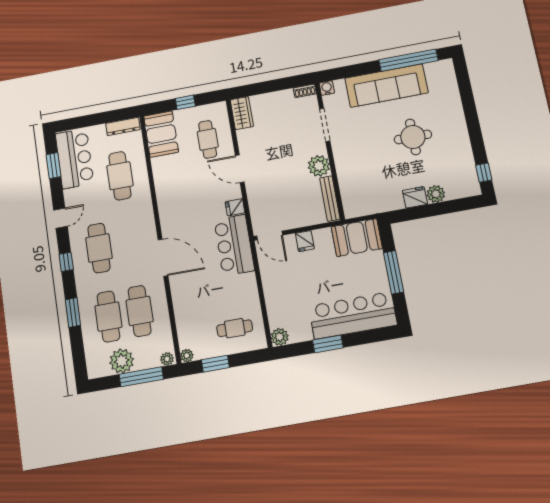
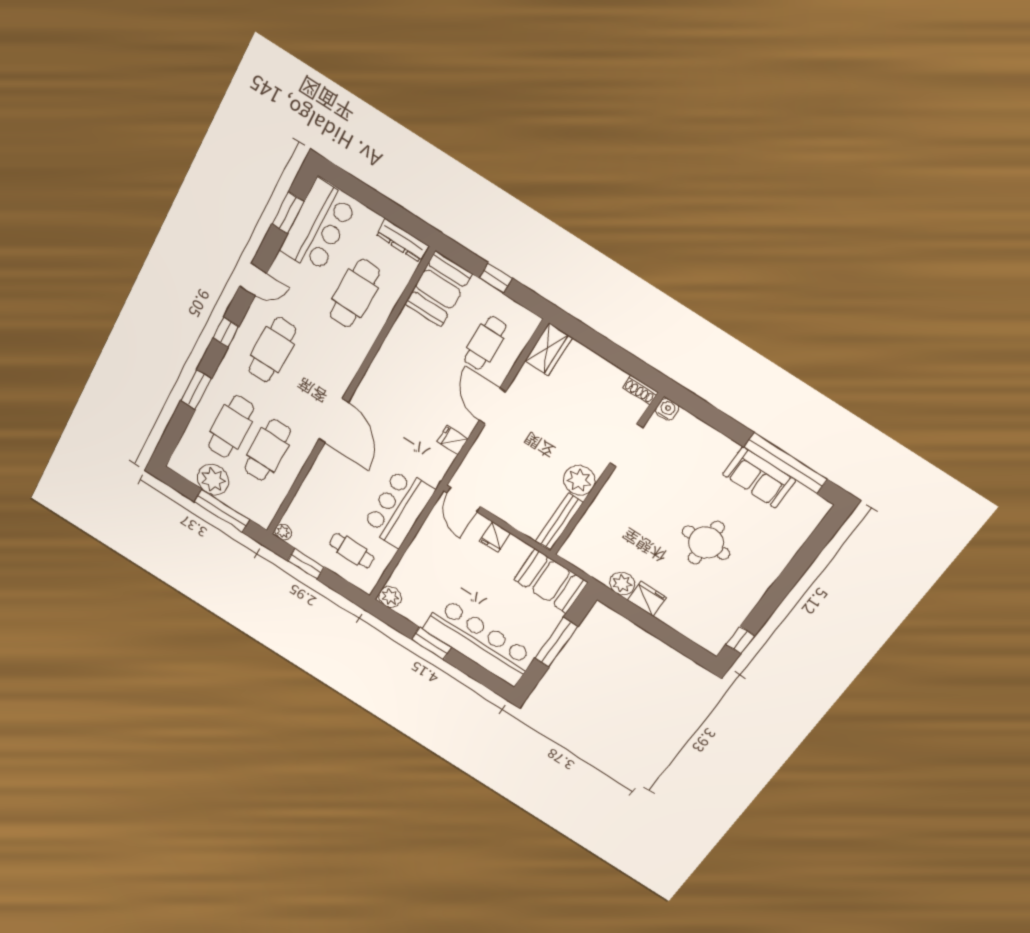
sofa: (386, 86) -> (759, 477), width x0.54, depth x0.79
plant: (436, 194) -> (622, 584), moved
bar counter: (234, 245) -> (399, 508), moved
plant: (167, 359) -> (261, 518), removed

